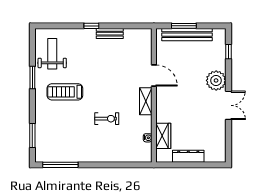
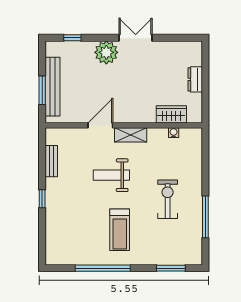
bench: (110, 34) -> (51, 161), moved
weight bench: (52, 54) -> (111, 175), moved
window: (32, 77) -> (103, 268), width x2.11
exercise bike: (107, 119) -> (168, 199), moved, width x1.38, depth x1.39
dresser: (188, 156) -> (195, 79), width x0.70
window: (60, 165) -> (205, 217), moved

